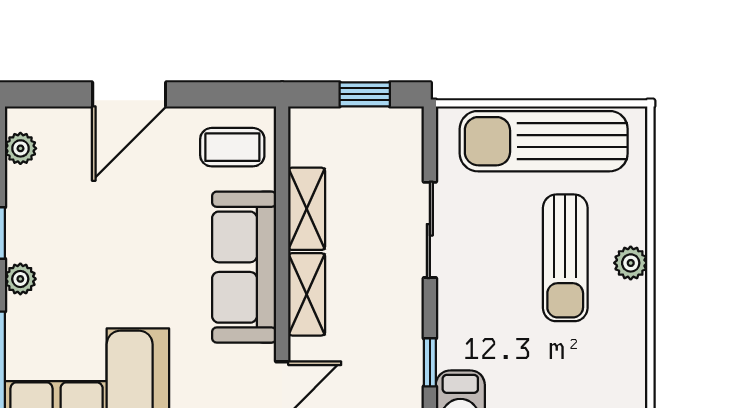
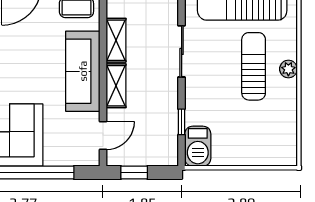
sun lounger: (565, 258) -> (254, 66), turned 180

